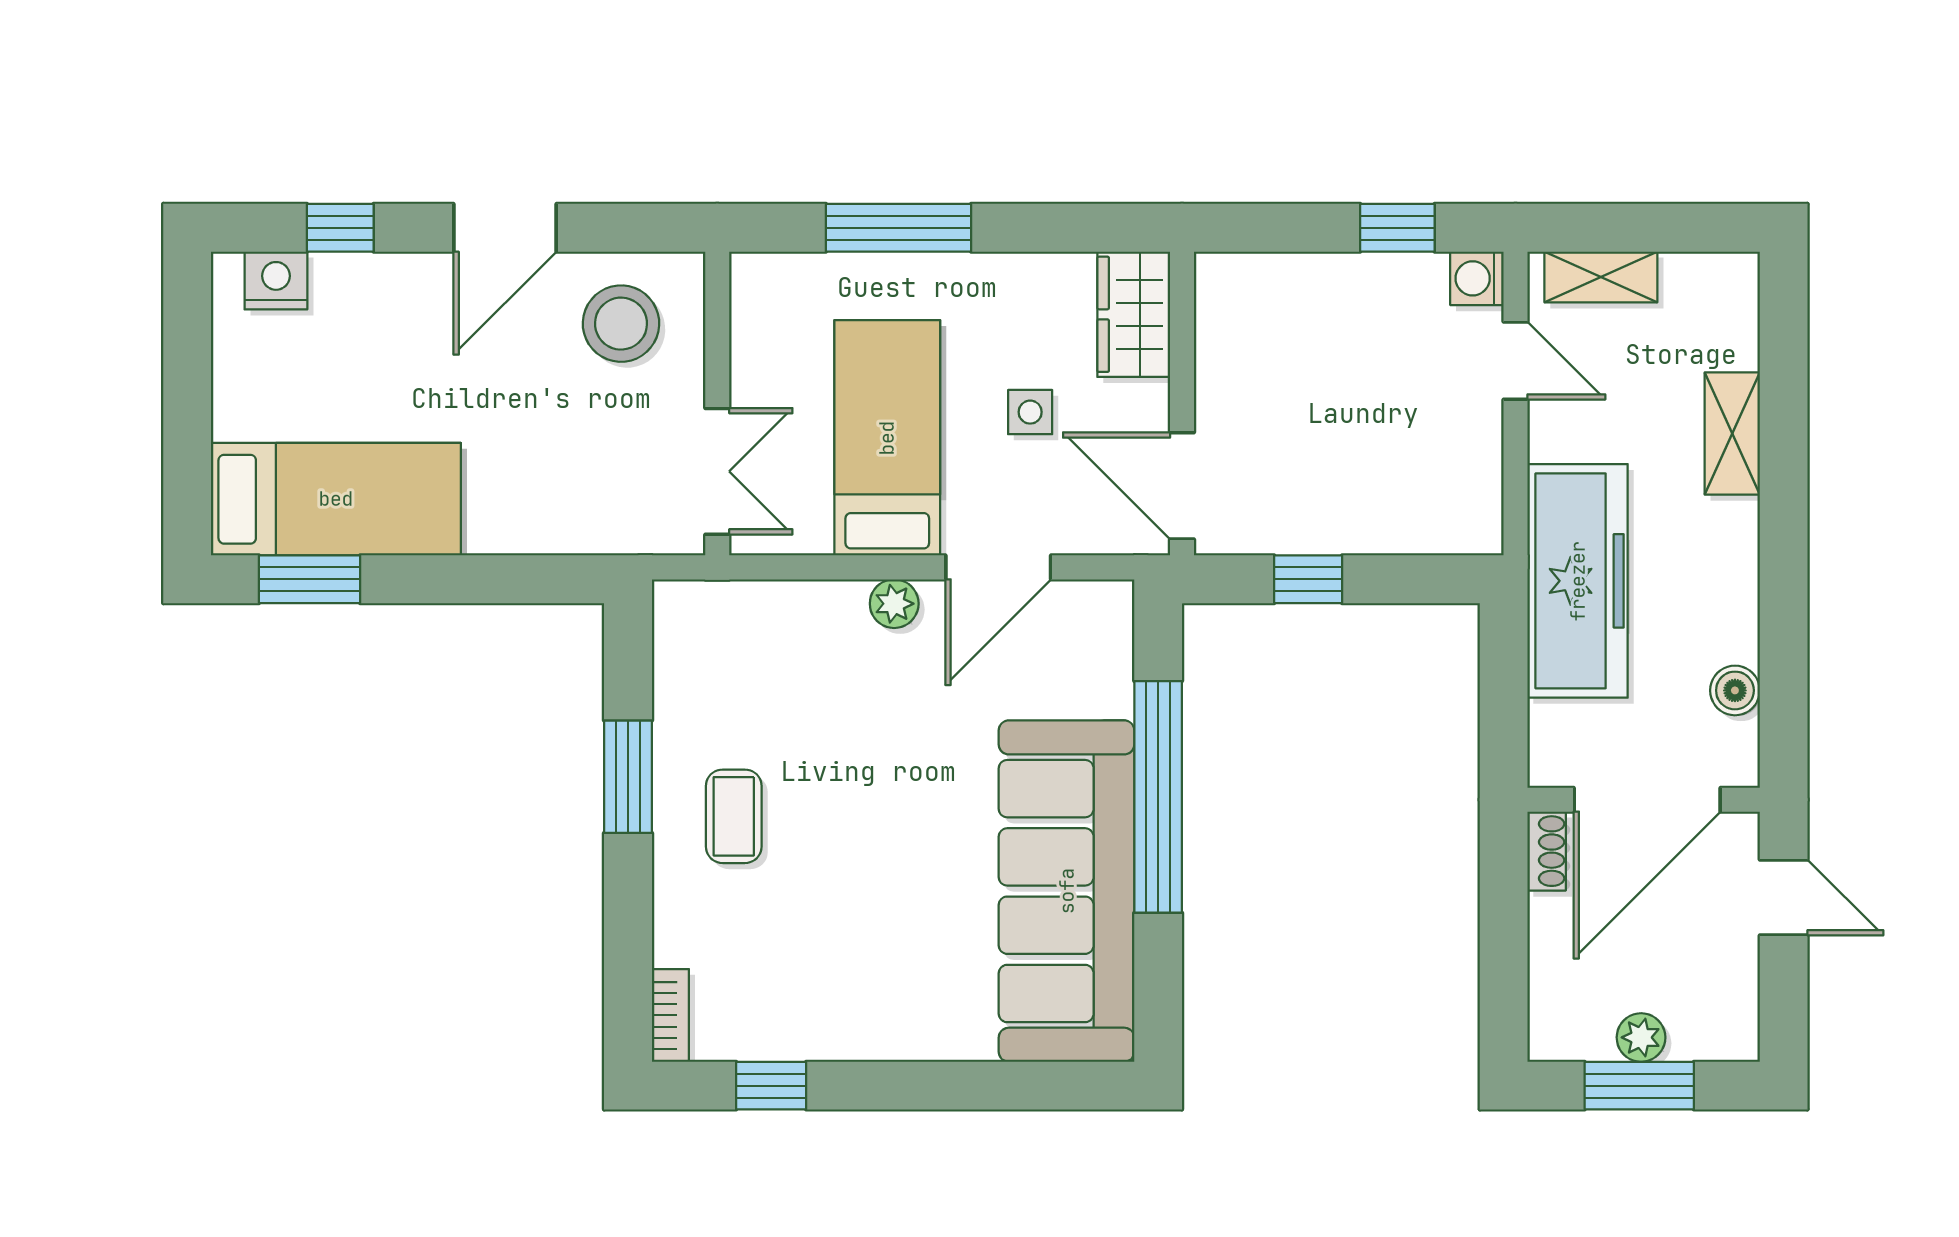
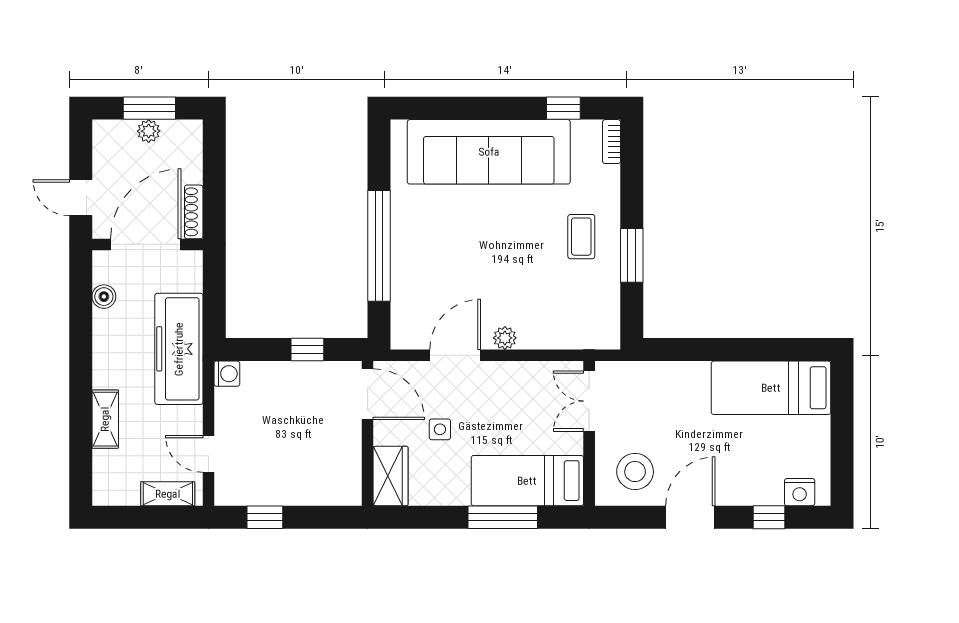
washing machine: (1477, 278) -> (227, 374), moved
bed: (887, 438) -> (527, 481), moved, turned 90
window: (310, 579) -> (784, 350), removed
shoe rack: (1547, 851) -> (194, 212), width x1.43
sofa: (1067, 891) -> (489, 152), moved, turned 90

